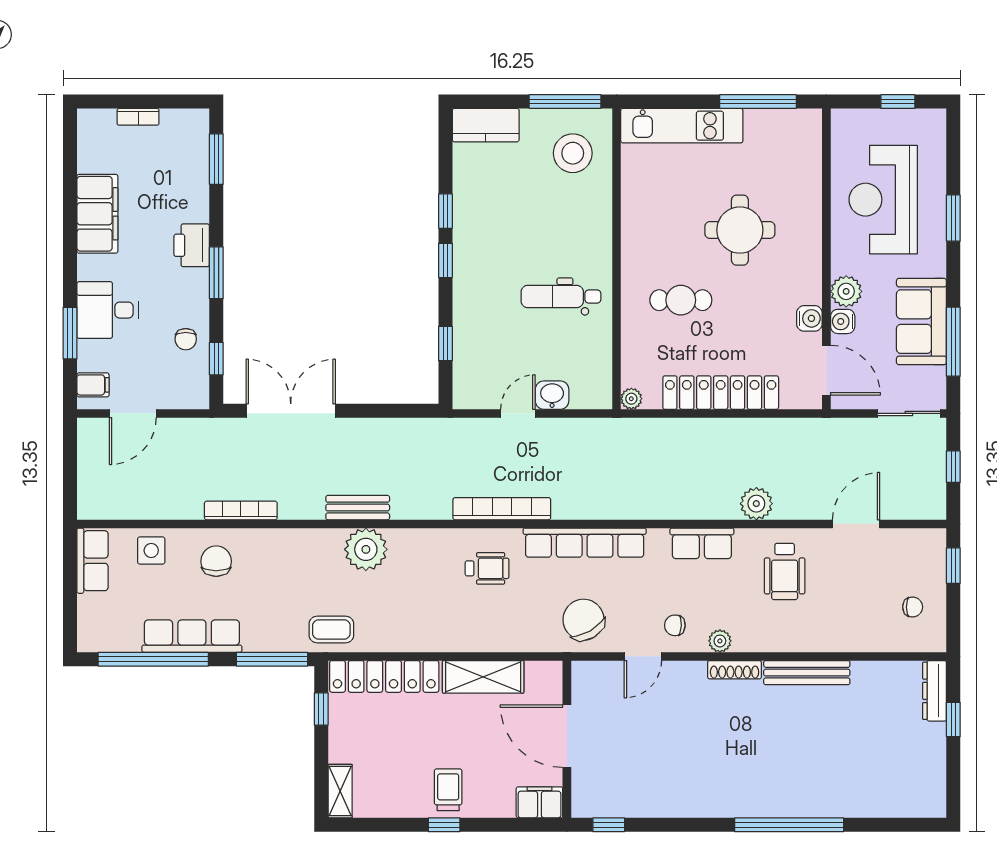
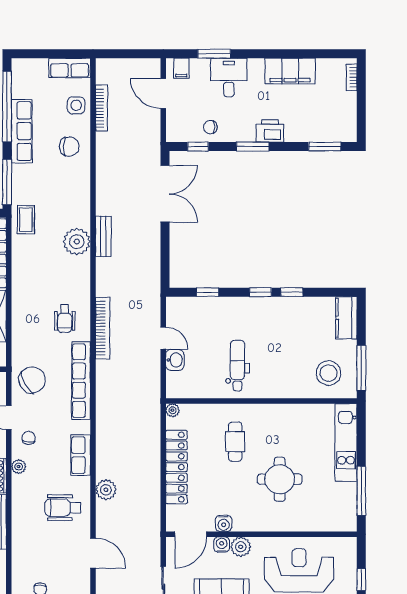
bookcase: (138, 117) -> (352, 77), moved
bookcase: (241, 510) -> (102, 108), moved

